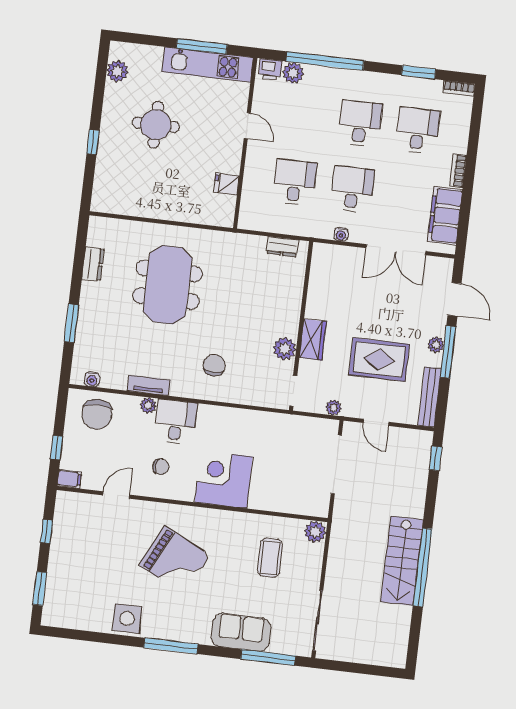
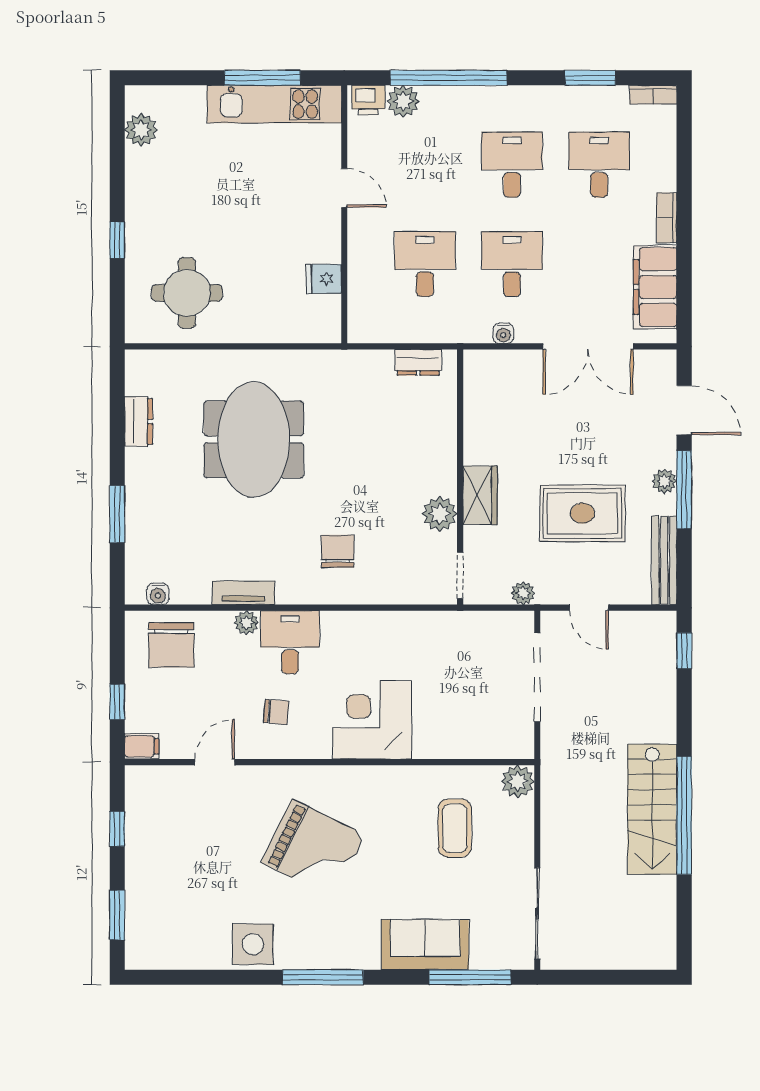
round table: (156, 125) -> (187, 293), moved

